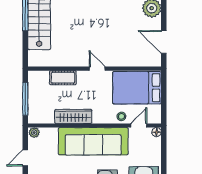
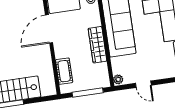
door: (97, 69) -> (49, 29), width x1.88
cot: (63, 78) -> (64, 71), moved

